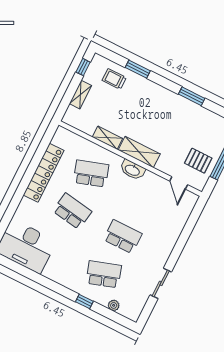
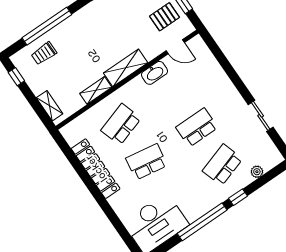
window: (138, 69) -> (47, 26), width x2.11
shelving: (80, 95) -> (50, 106), moved
washbasin: (132, 170) -> (155, 73), moved
window: (48, 283) -> (202, 222), added

